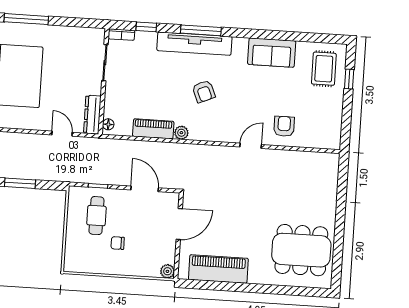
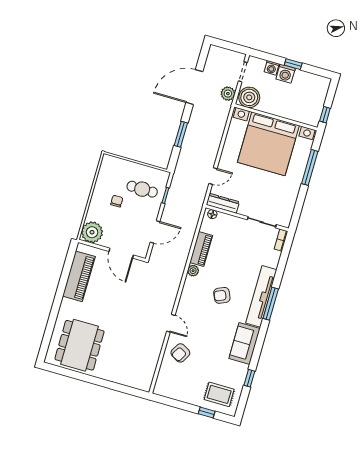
window: (146, 27) -> (249, 378), moved
sofa: (272, 53) -> (244, 343), moved
armchair: (284, 126) -> (180, 353), turned 120
plant: (167, 271) -> (92, 232), width x1.87, depth x1.87

